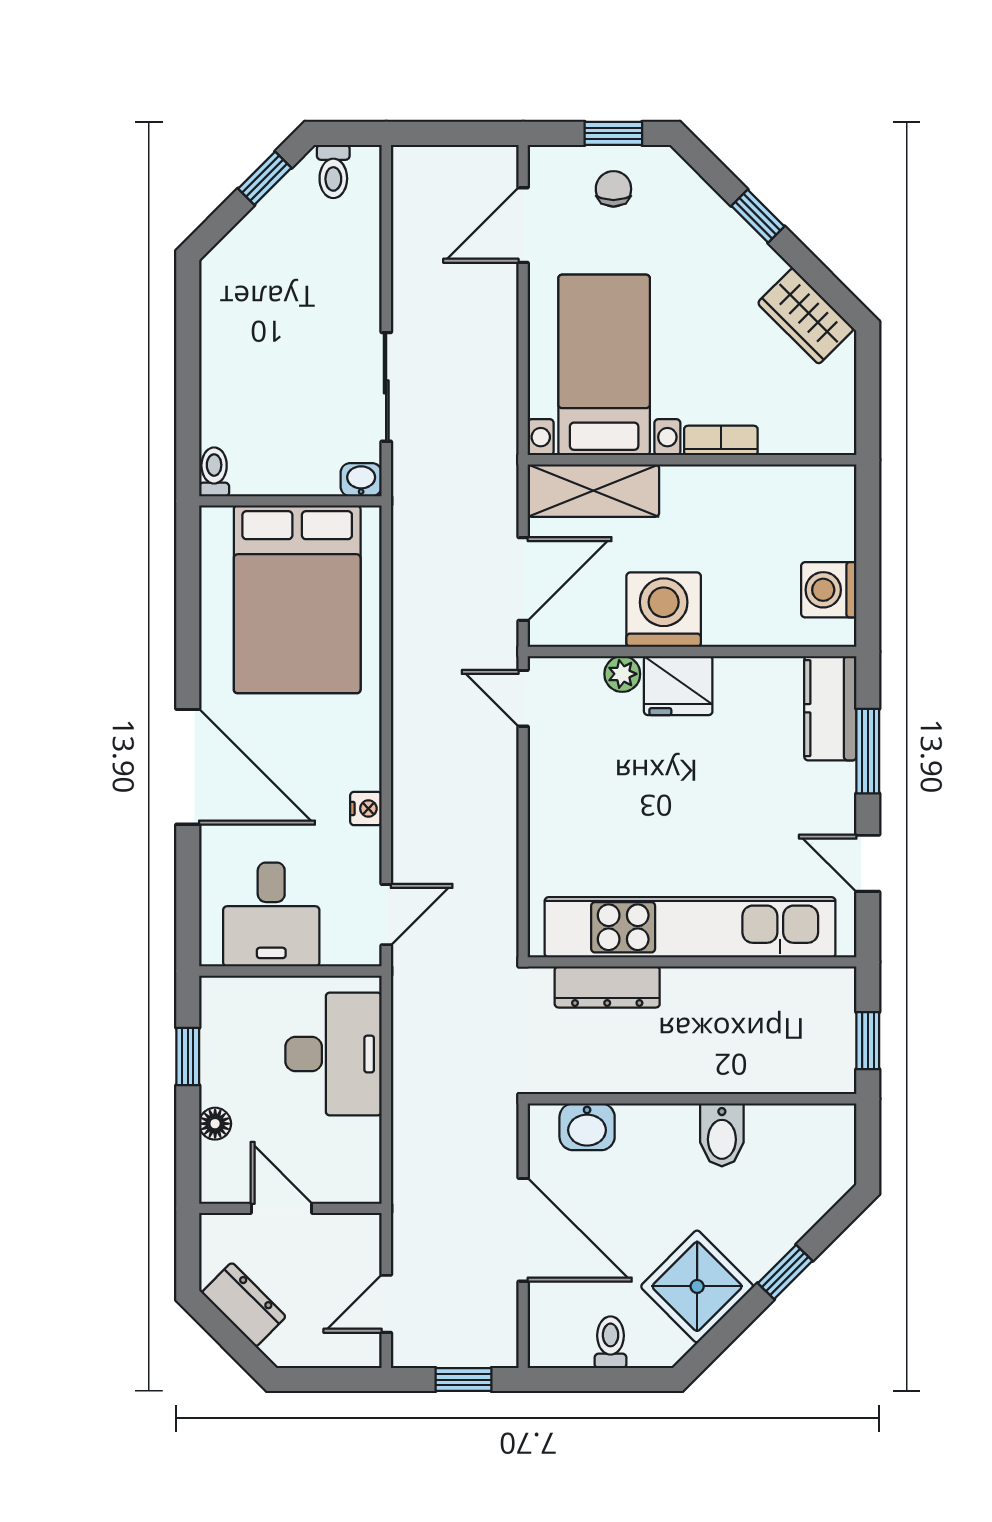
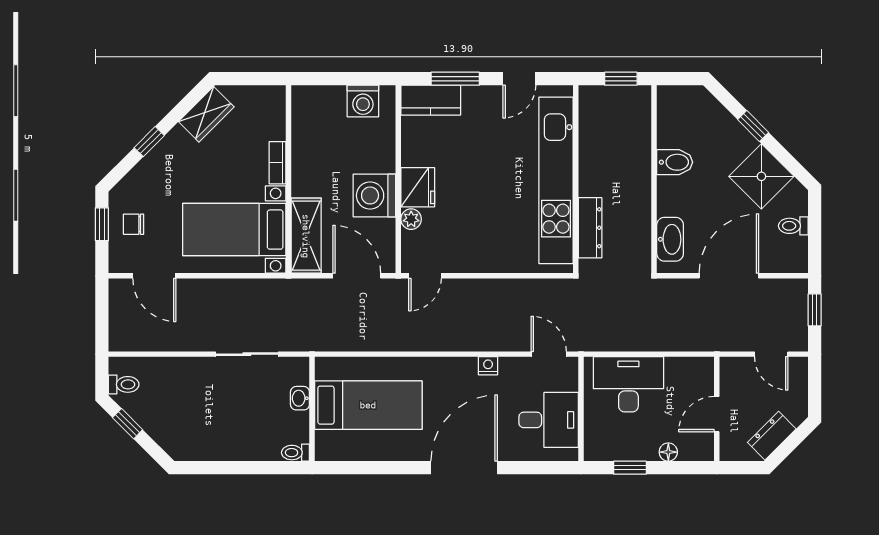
washbasin: (361, 480) -> (300, 398), moved
bed: (297, 599) -> (368, 405), width x0.67
washbasin: (587, 1127) -> (670, 239), width x1.38

